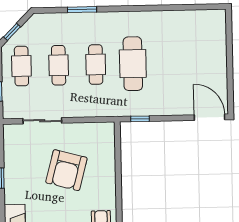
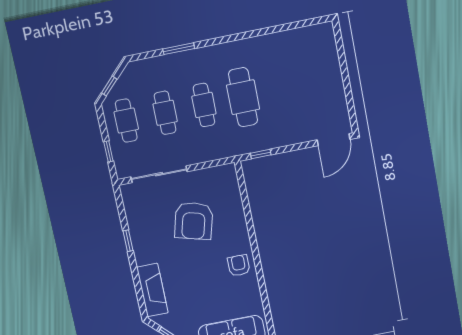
door: (210, 117) -> (334, 140), swing flipped
sliding door: (42, 121) -> (159, 174), width x1.37

